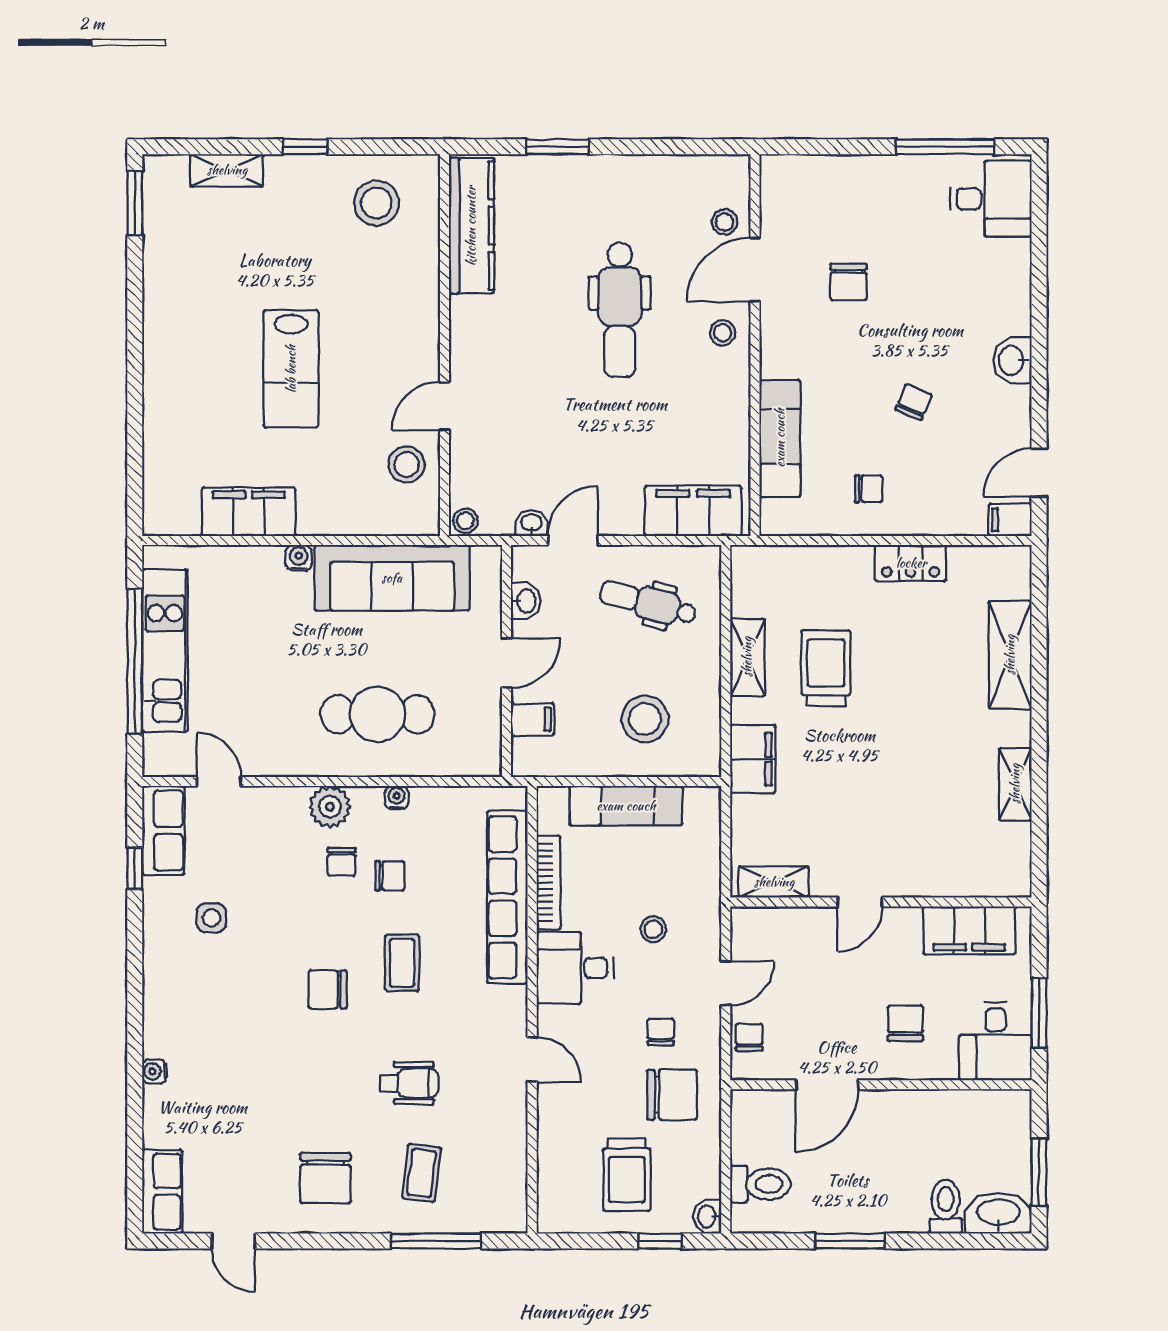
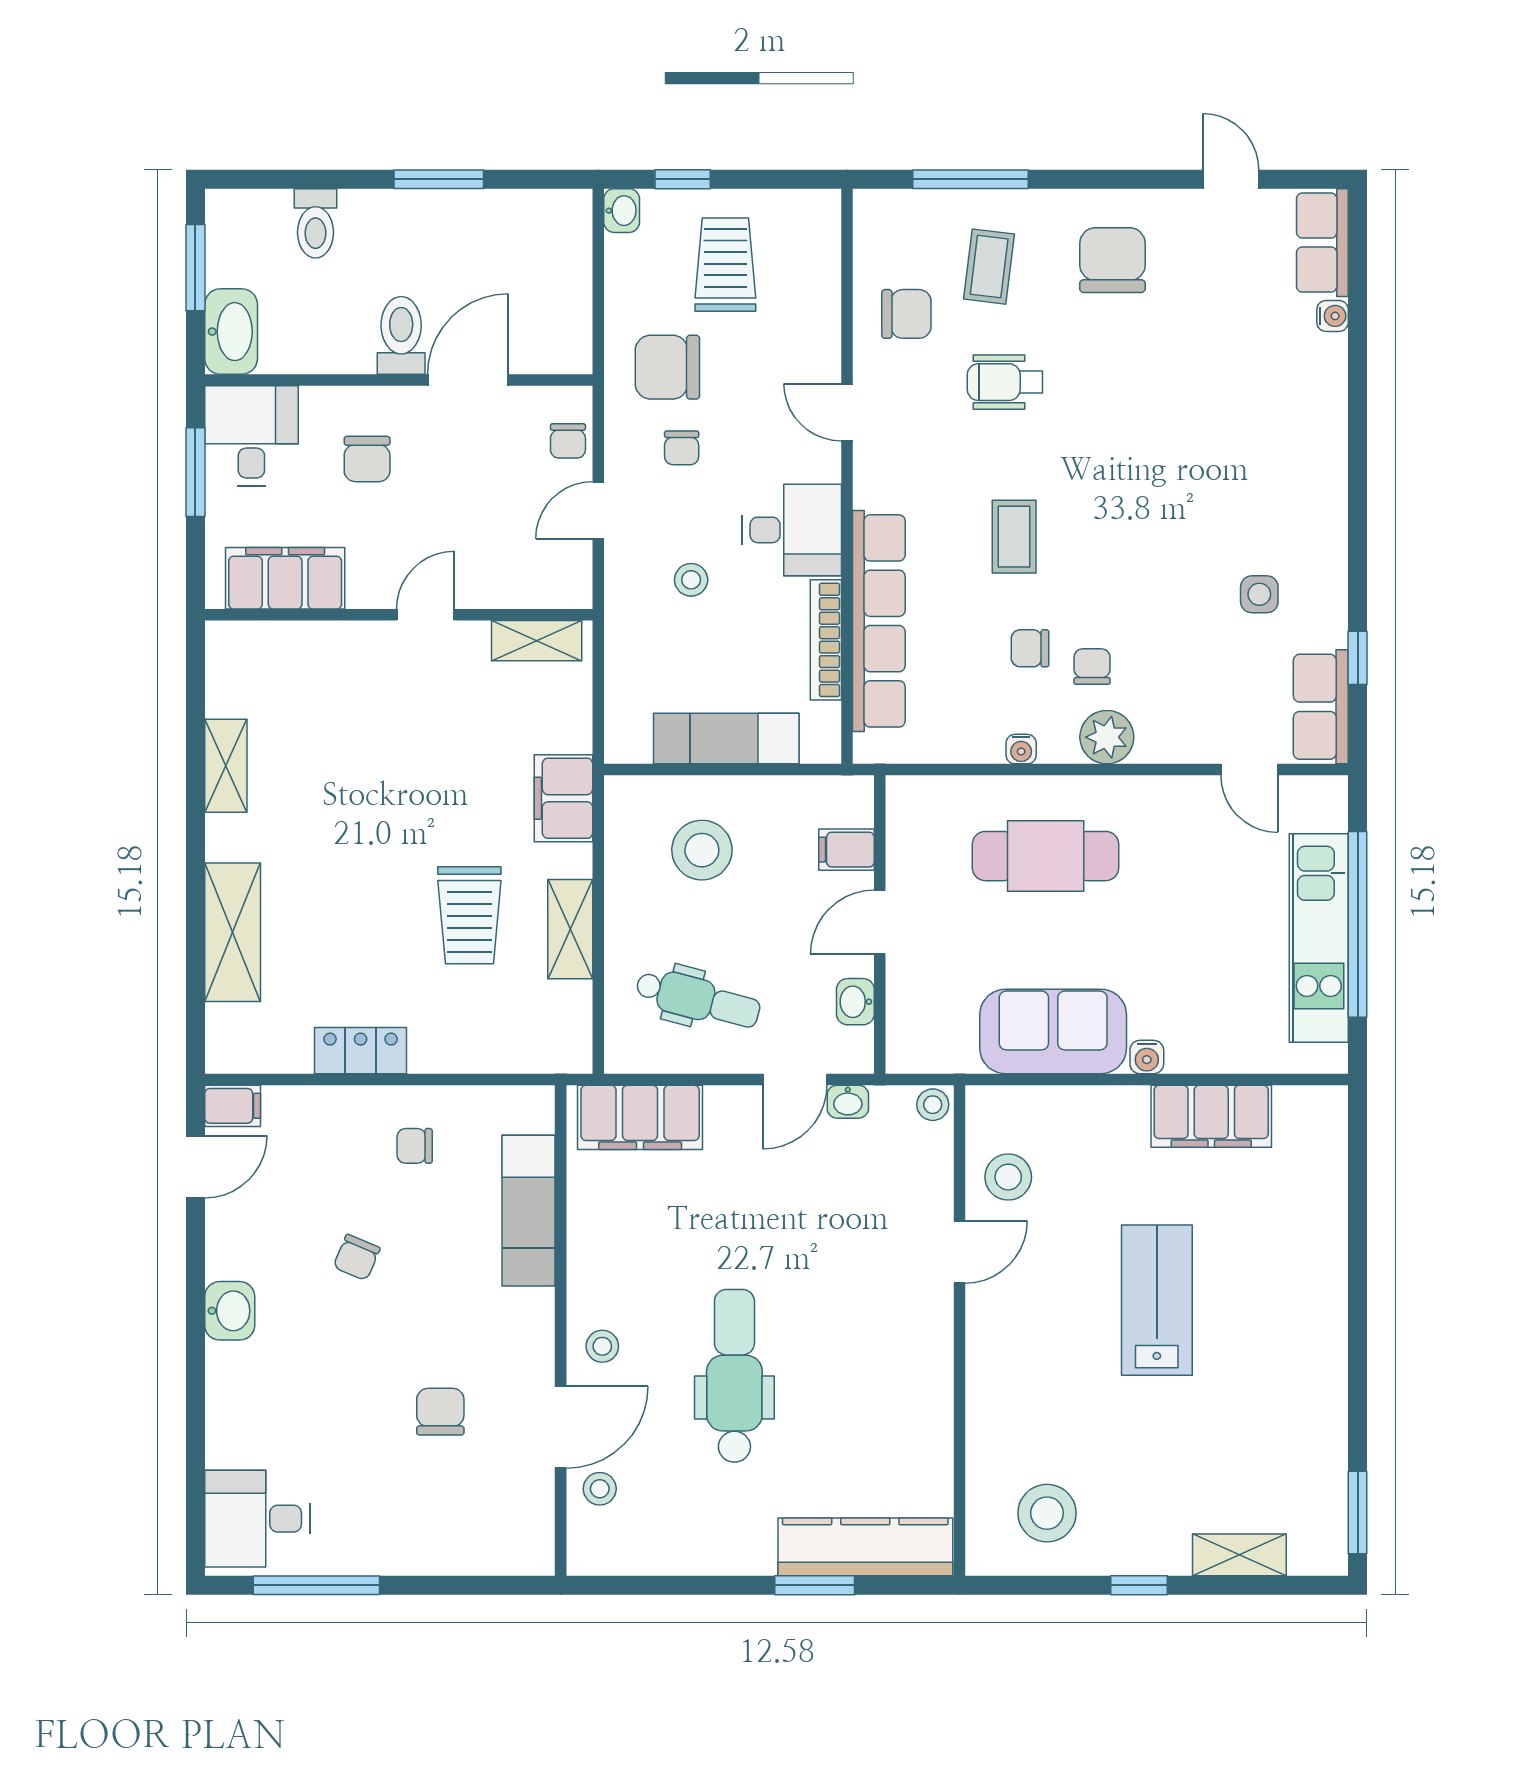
kitchen counter: (471, 226) -> (865, 1547), moved, turned 90
sofa: (392, 578) -> (1053, 1031), width x0.73
chair: (328, 989) -> (906, 314), moved
water cooler: (154, 1071) -> (1333, 316), moved
toilet: (760, 1184) -> (401, 335), moved, turned 90
washbasin: (998, 1213) -> (231, 332), moved, turned -90

